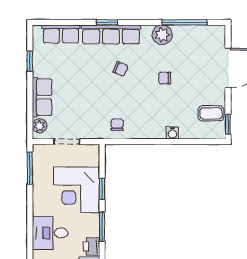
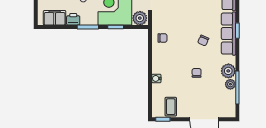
plant: (180, 32) -> (230, 84), added
plant: (90, 156) -> (140, 18), added

